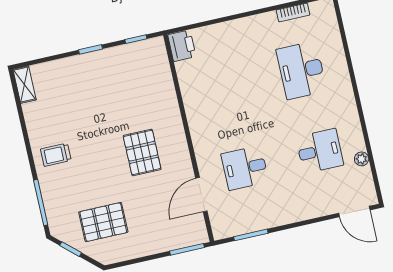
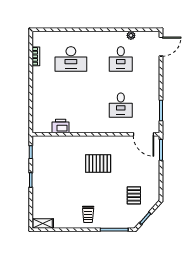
printer: (182, 46) -> (61, 126), moved
desk: (320, 151) -> (121, 59), turned 180
door: (201, 195) -> (144, 134), moved
pallet: (103, 222) -> (134, 195), width x0.67, depth x0.71

